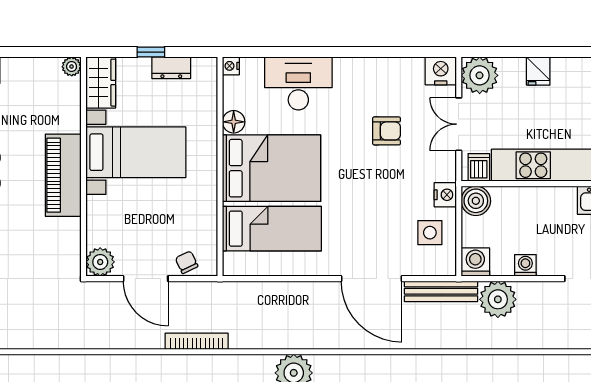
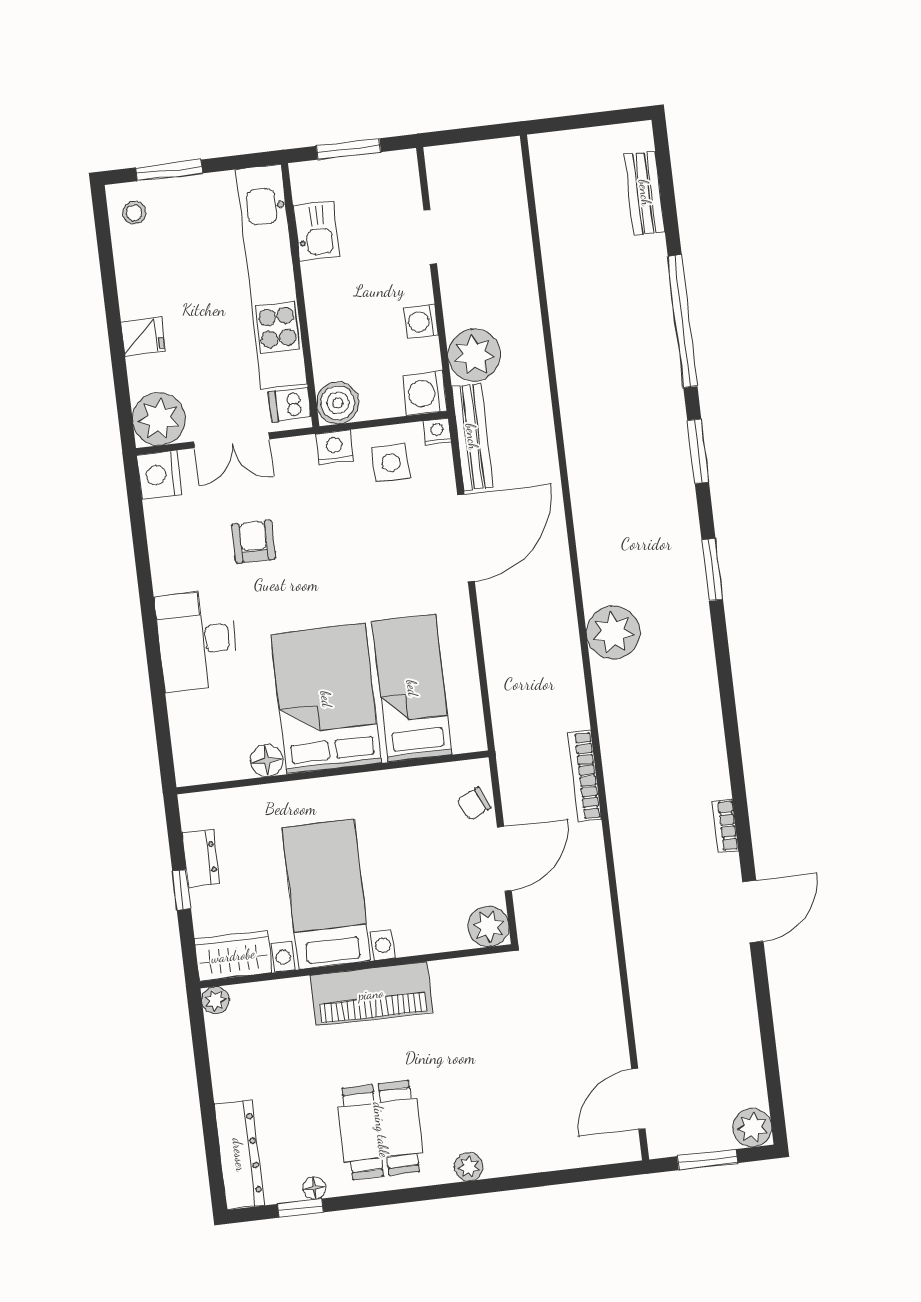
nightstand: (231, 66) -> (437, 431), moved, turned 180
desk: (298, 83) -> (197, 640), moved

